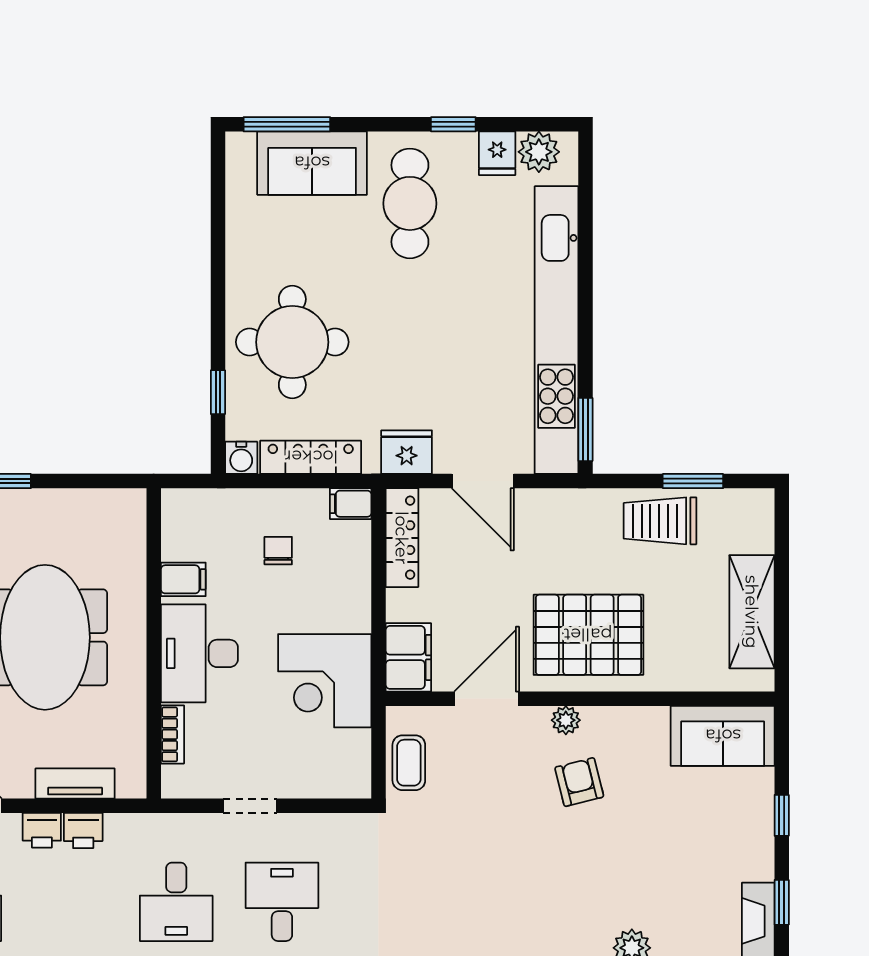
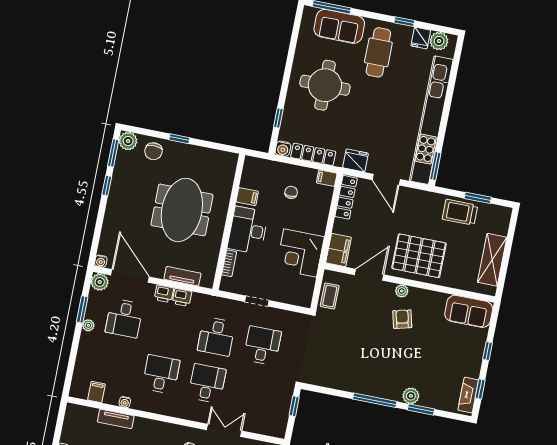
round table: (292, 342) -> (325, 85), moved

